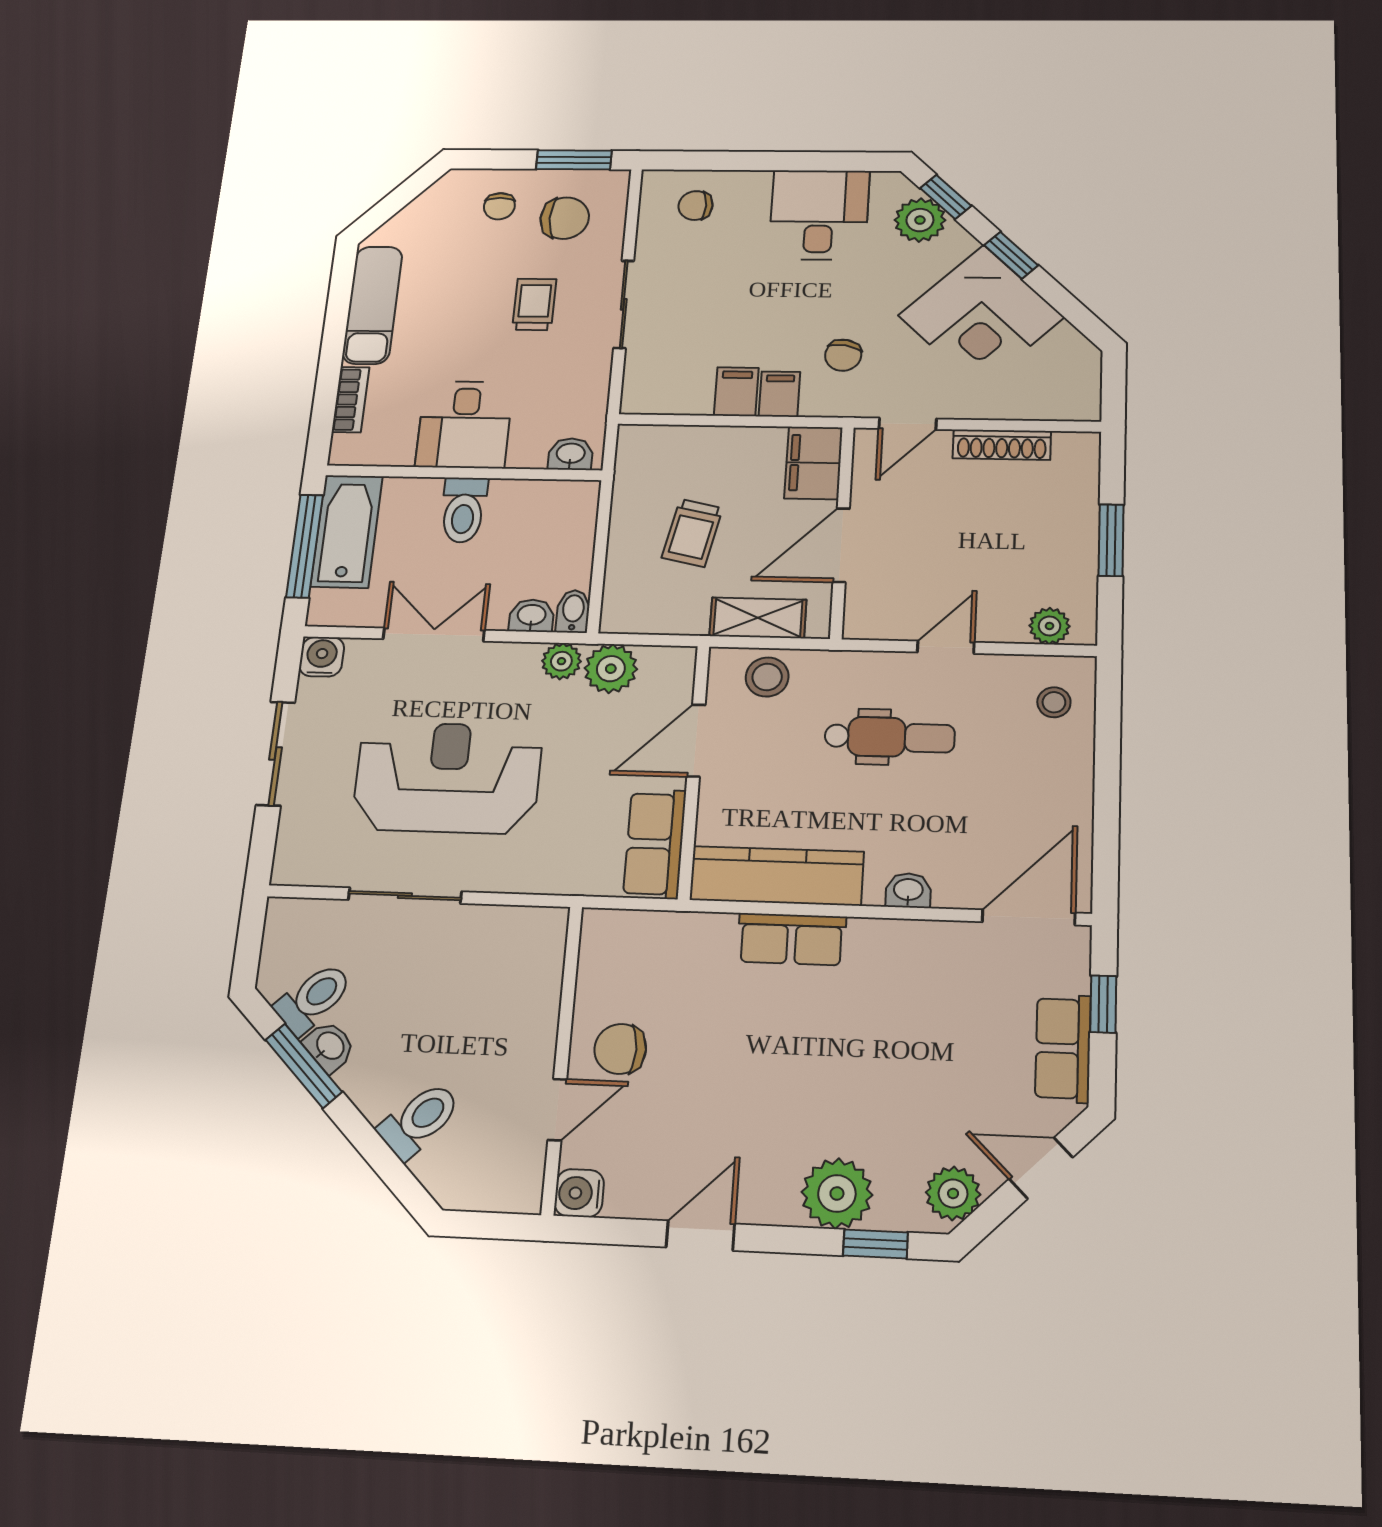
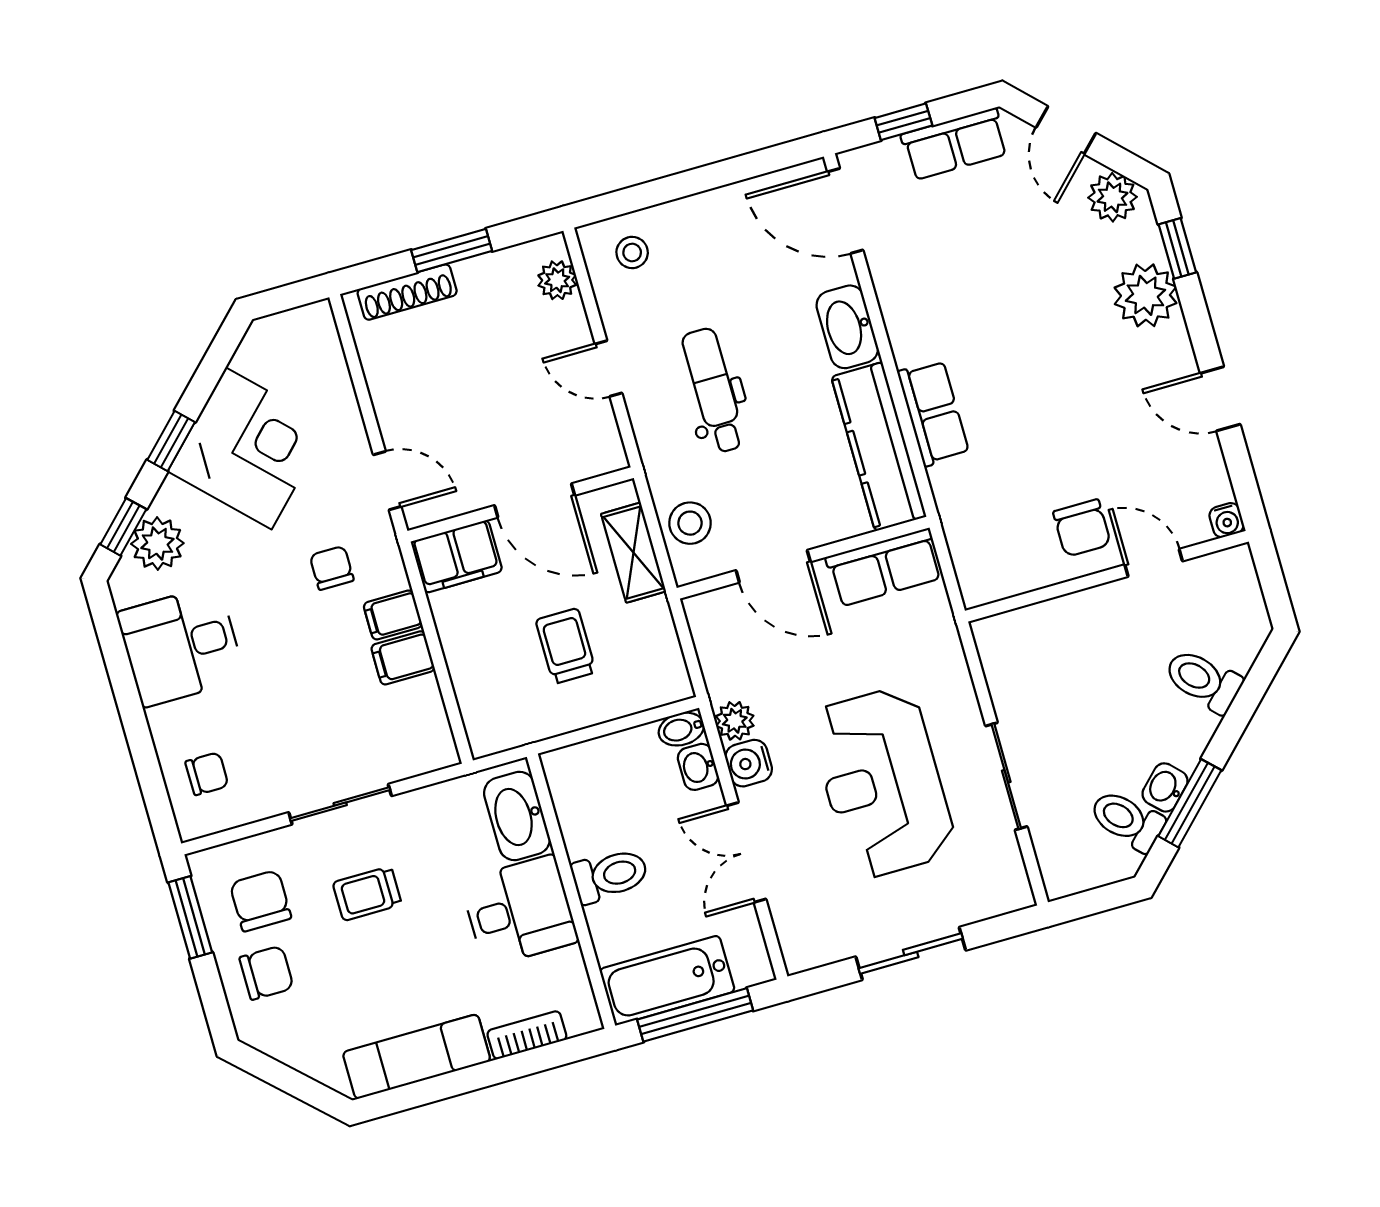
chair: (499, 206) -> (266, 973), width x1.37, depth x1.37
chair: (696, 206) -> (207, 774), turned -90
chair: (843, 355) -> (332, 568), turned -100
shoe rack: (1002, 445) -> (407, 292), moved, turned 90
washbasin: (571, 454) -> (517, 816), width x1.91, depth x1.45
trolley: (692, 533) -> (566, 646), turned -102
water cooler: (322, 657) -> (749, 763), moved
plant: (611, 669) -> (728, 672), removed
washbasin: (908, 890) -> (847, 327), width x1.91, depth x1.45
water cooler: (579, 1193) -> (1227, 520), width x0.72, depth x0.72

